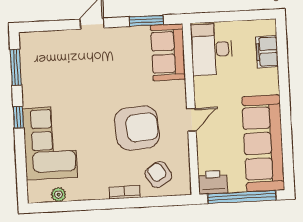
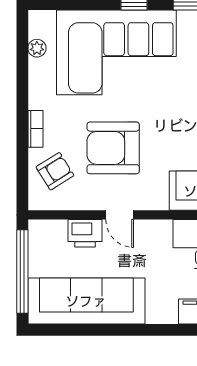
armchair: (137, 128) -> (113, 148), turned 94
corner sofa: (50, 143) -> (116, 52), width x1.36, depth x1.36
printer: (213, 182) -> (85, 233), moved, turned 90

